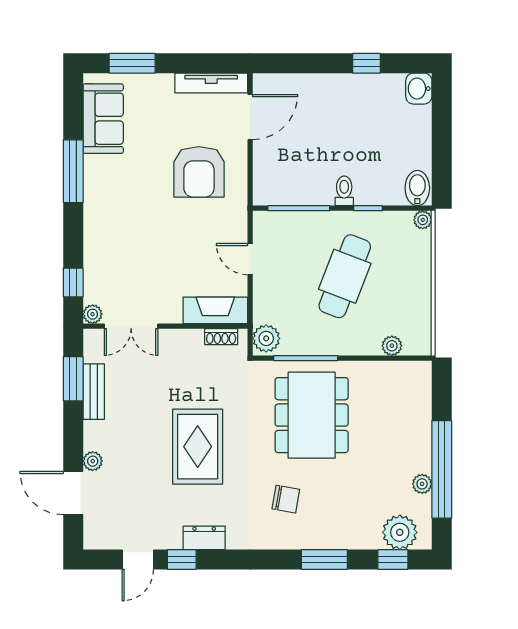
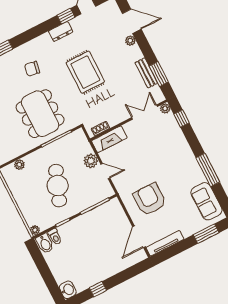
toilet: (344, 191) -> (55, 237), moved
plant: (266, 338) -> (91, 161), moved

